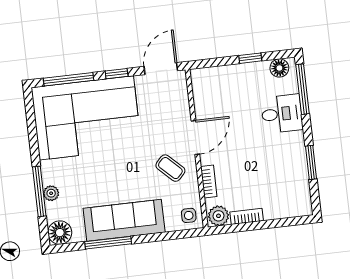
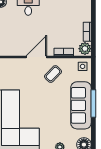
door: (195, 137) -> (36, 57), hinge flipped
window: (108, 243) -> (93, 103), moved

